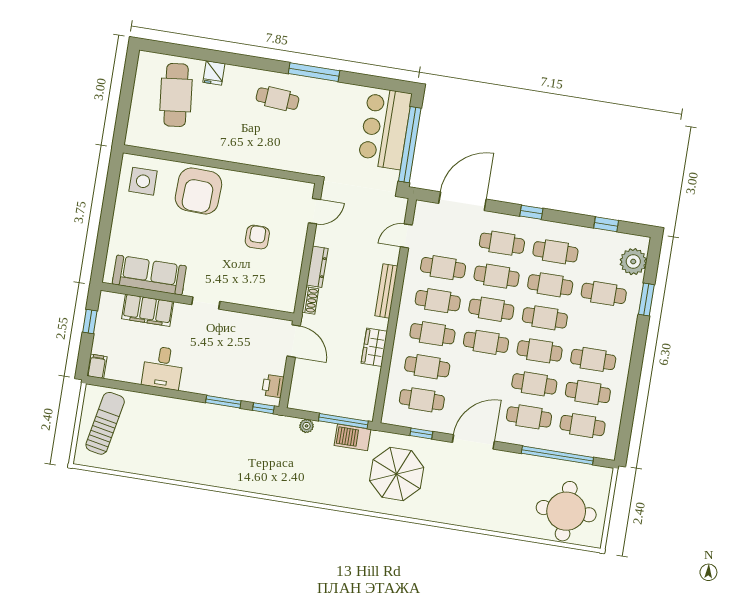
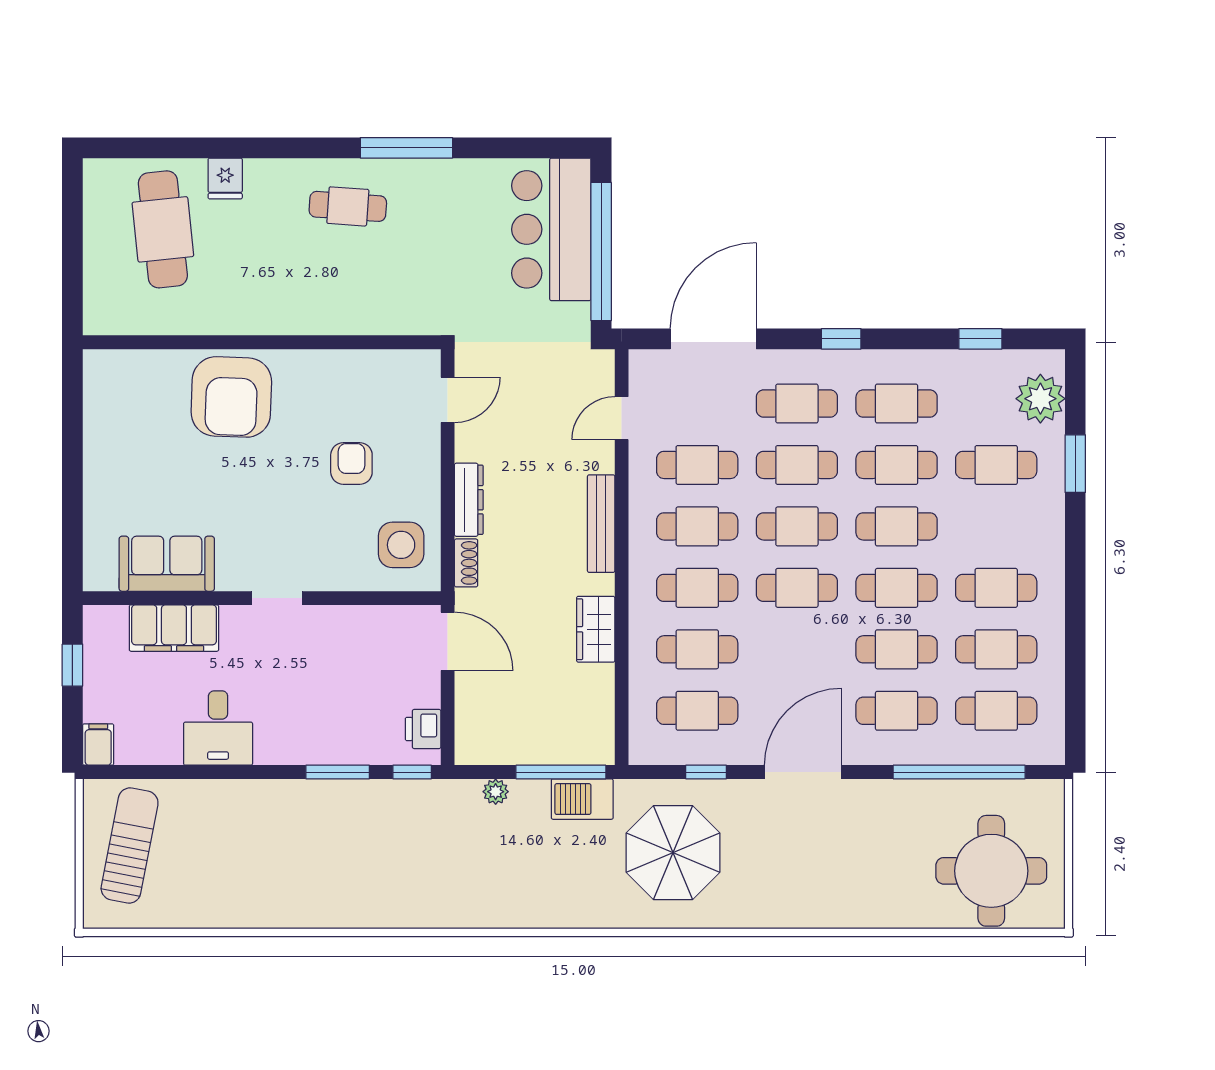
side table: (143, 181) -> (401, 545), moved
sofa: (149, 275) -> (167, 564), width x0.73

